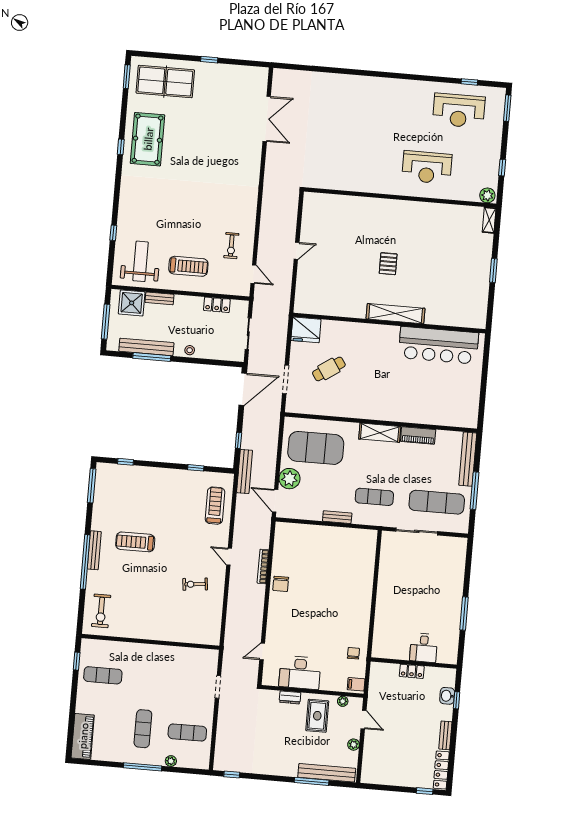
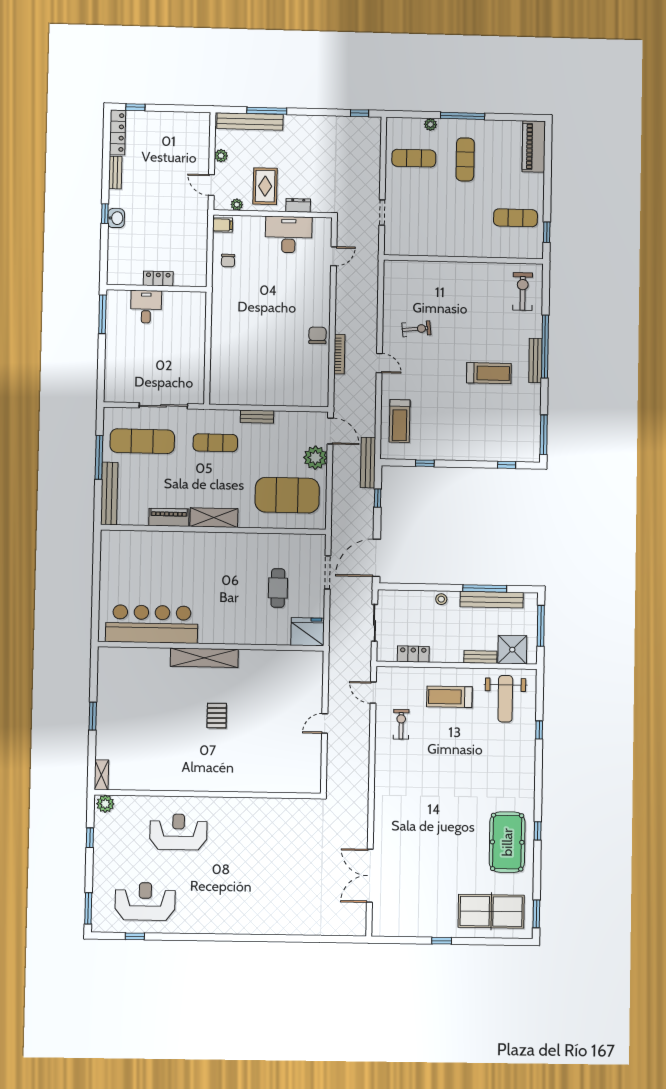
cafe table: (329, 369) -> (278, 588), turned -56
desk: (424, 648) -> (146, 307), moved
wall: (414, 663) -> (157, 288), moved
locker: (412, 671) -> (158, 279), moved

